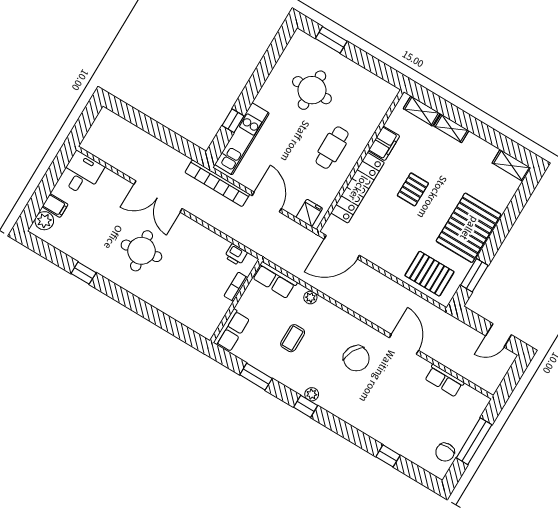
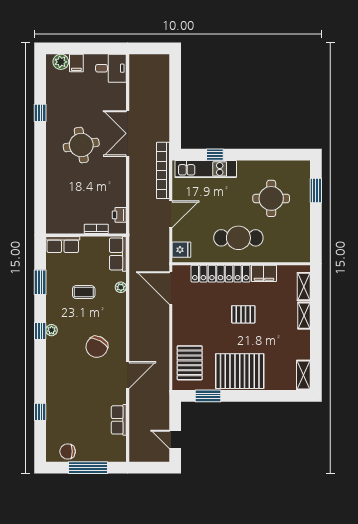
cafe table: (332, 148) -> (238, 238), width x1.37, depth x1.35

